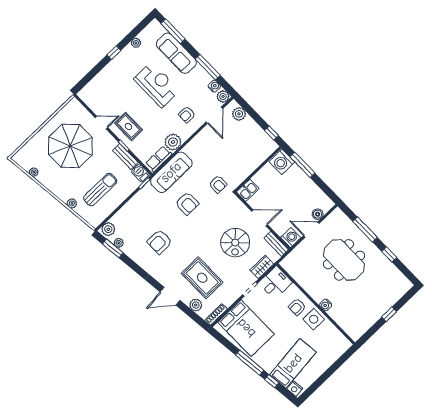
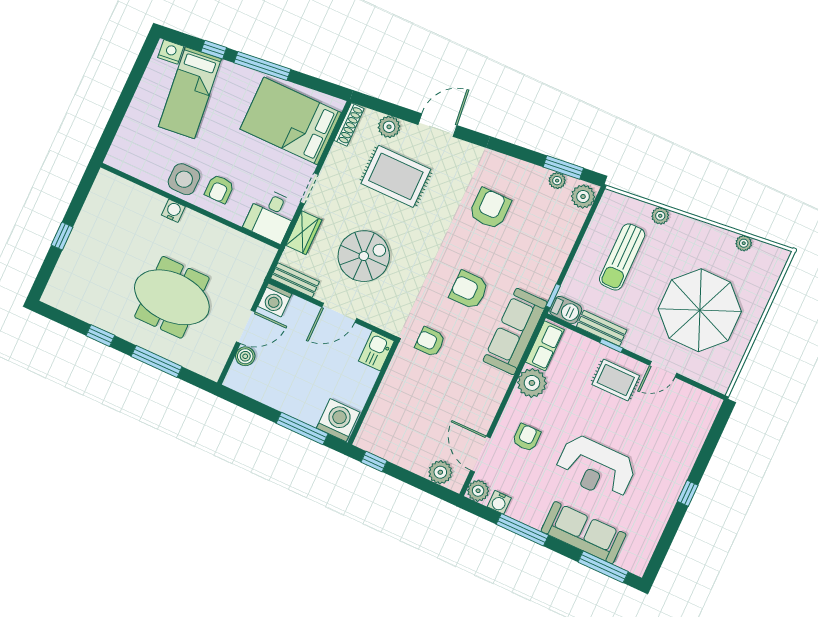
plant: (136, 43) -> (657, 524), removed
spiral stairs: (235, 243) -> (364, 256), turned 90
armchair: (297, 307) -> (219, 189), turned 180

